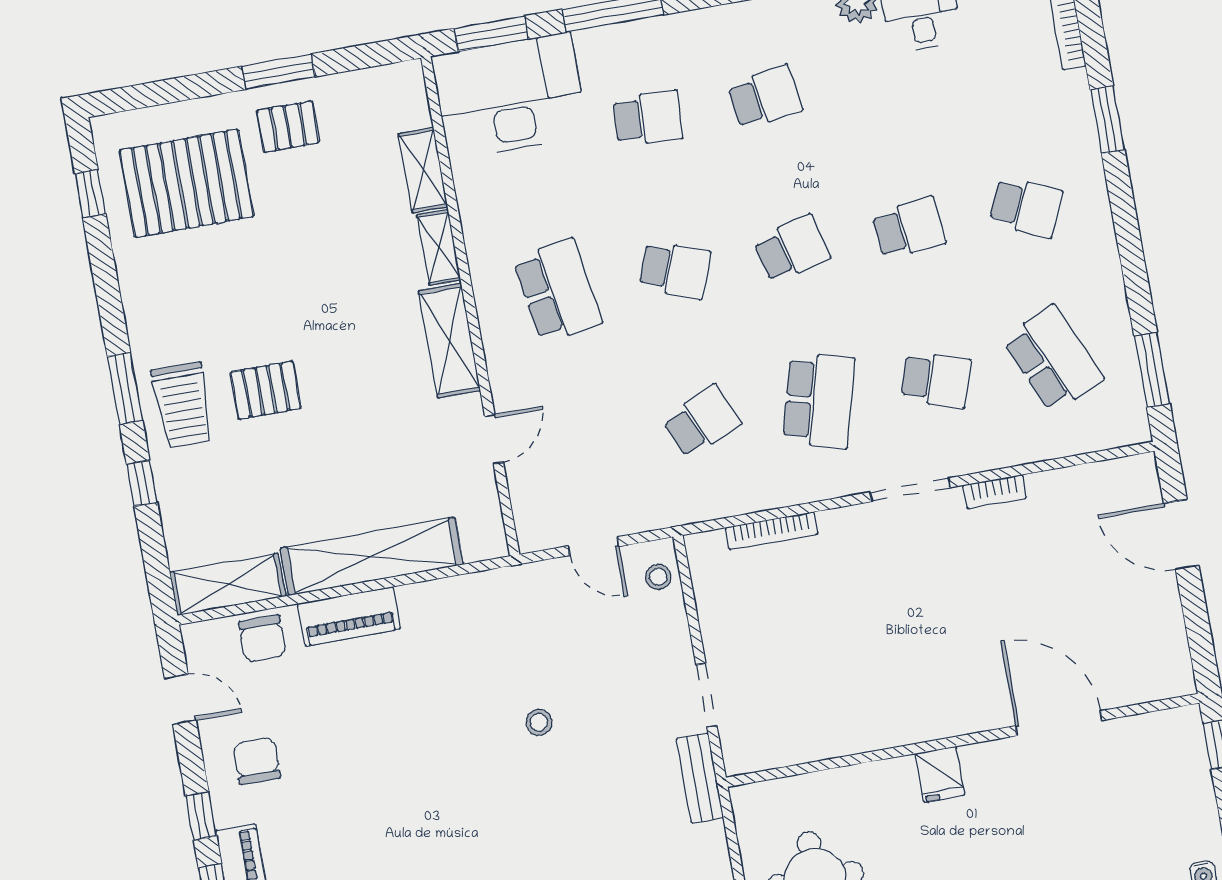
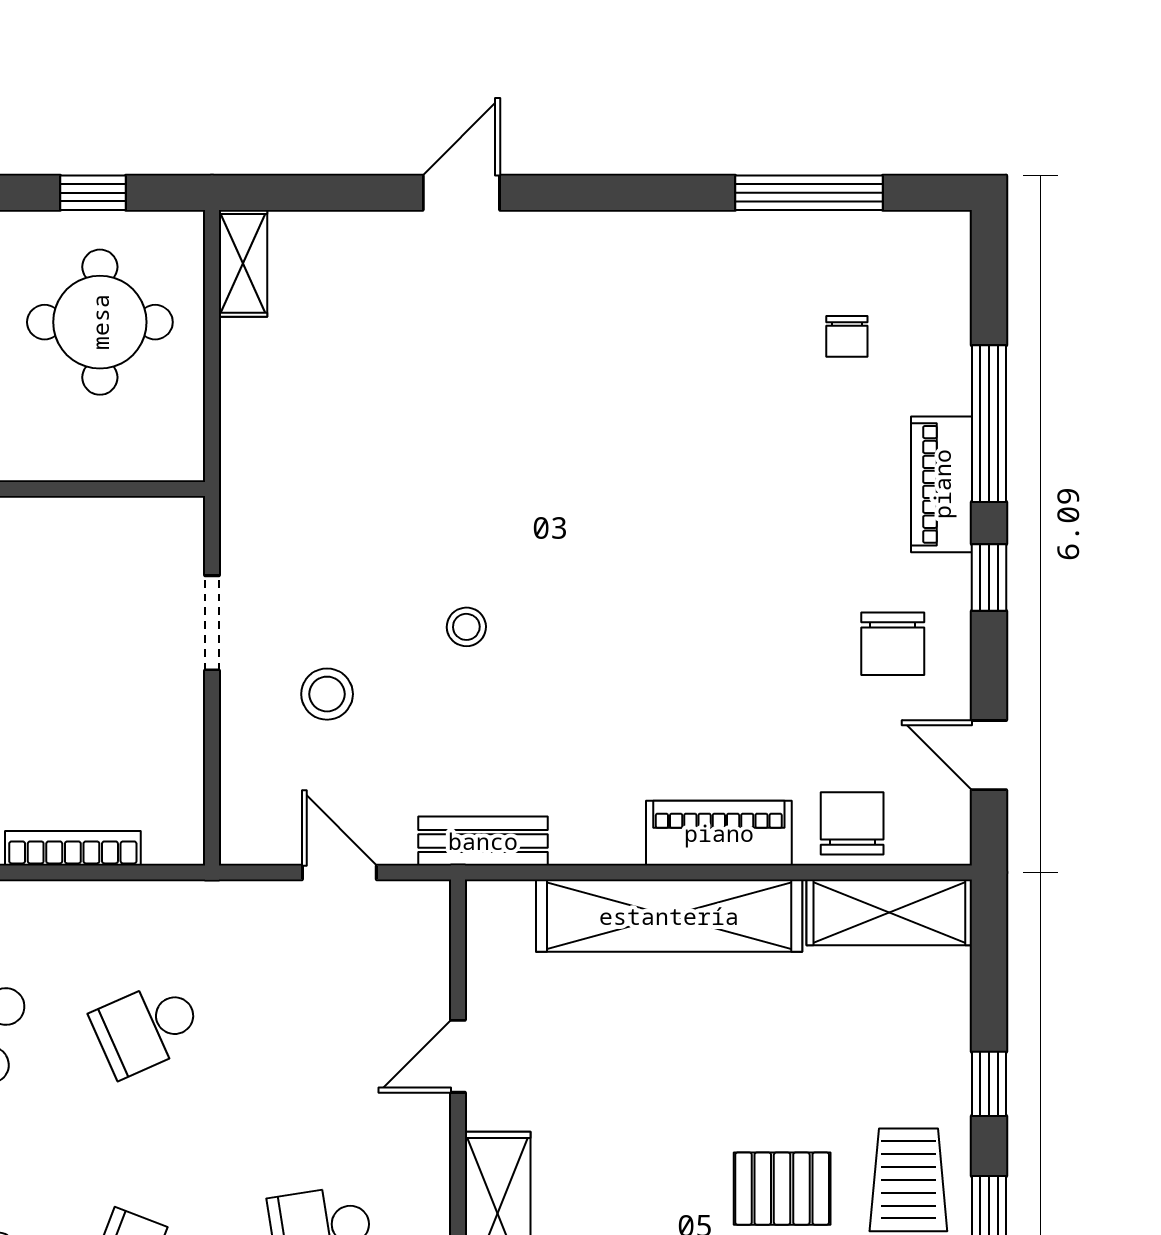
stool: (658, 577) -> (327, 694), moved, width x1.37, depth x1.37
bench: (700, 778) -> (483, 841), moved, turned 90

